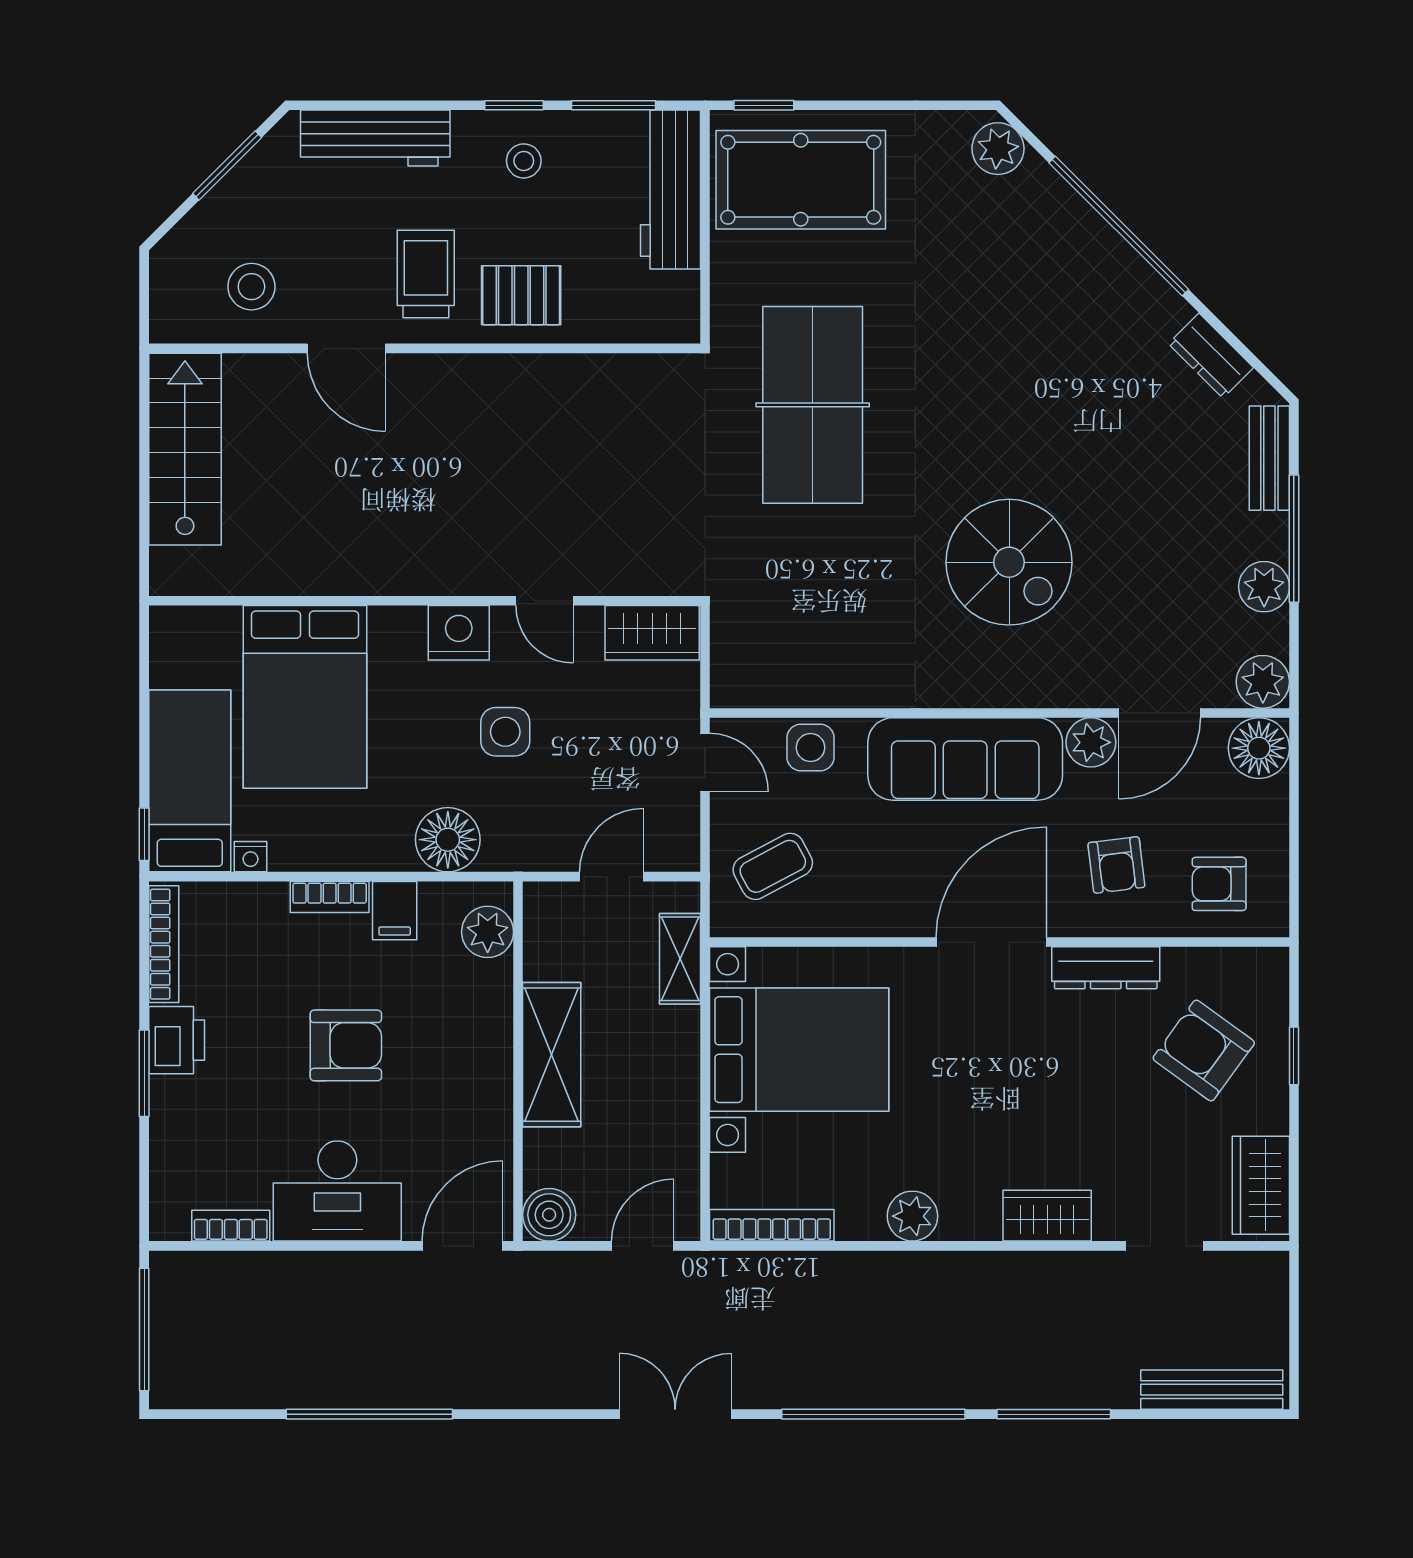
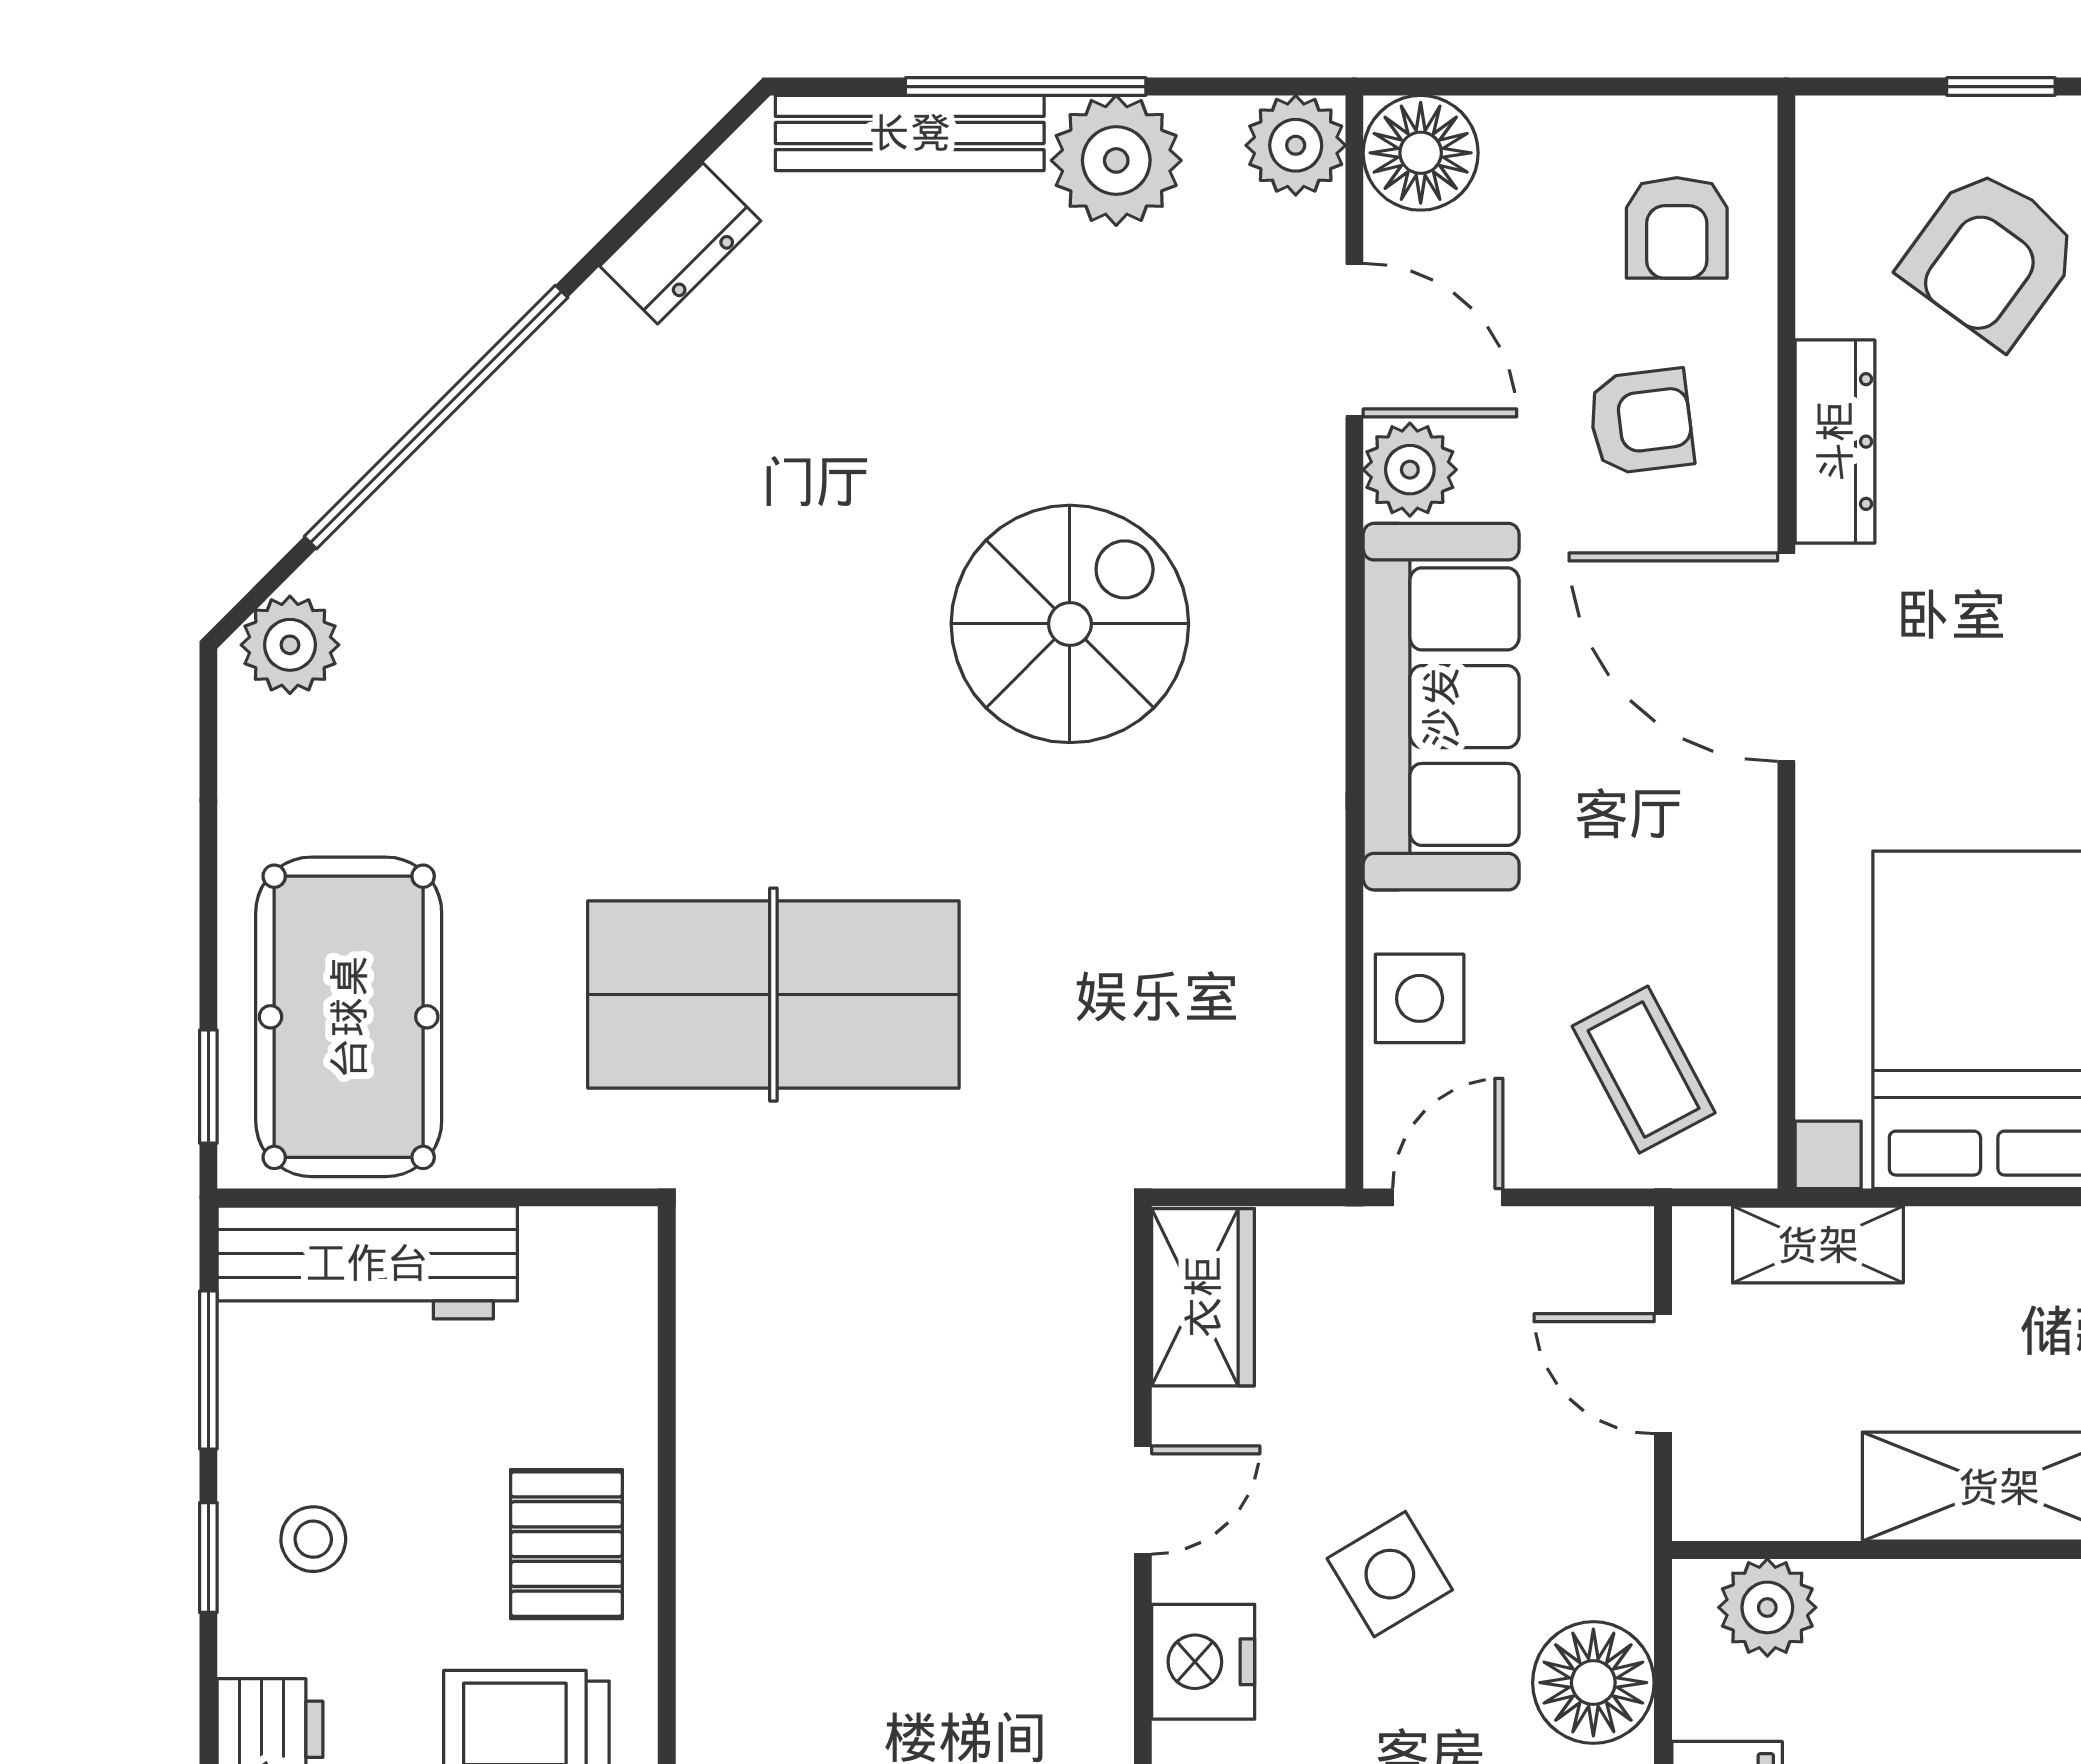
bench: (1269, 458) -> (910, 133), width x1.36
plant: (1264, 587) -> (1116, 160), width x1.36, depth x1.36
side table: (505, 732) -> (1390, 1574), turned -31

